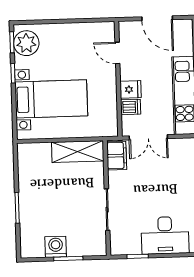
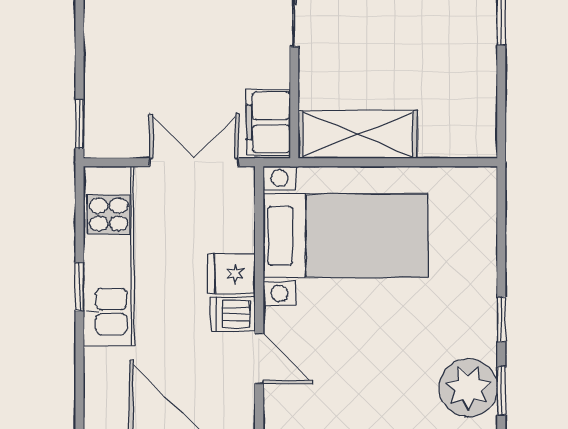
bed with nightstands: (51, 99) -> (345, 236), moved, turned 180
dishwasher: (131, 107) -> (233, 314), moved

